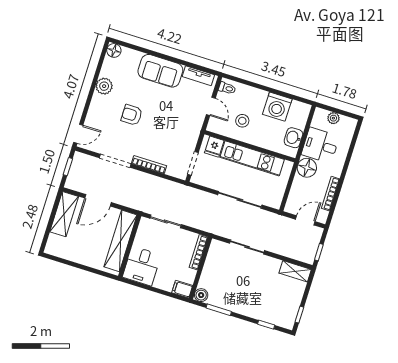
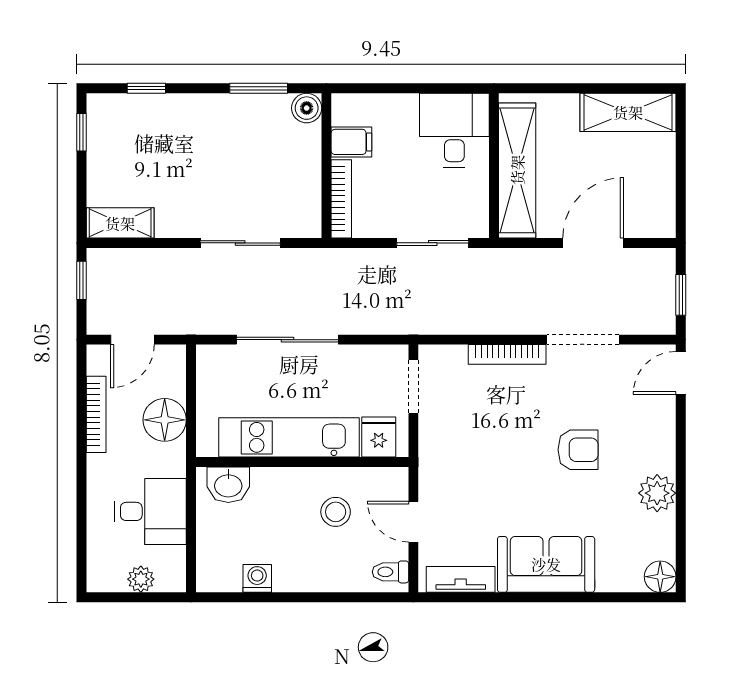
washing machine: (277, 107) -> (257, 578), width x0.53, depth x0.53
washbasin: (293, 138) -> (228, 485), moved, turned 90
floor lamp: (307, 168) -> (165, 420), moved
shelving: (64, 214) -> (628, 112), moved, turned 90
filing cabinet: (182, 289) -> (351, 142), moved

